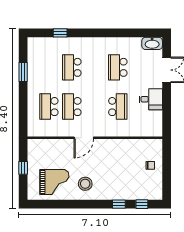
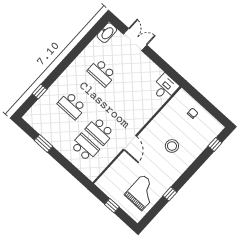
desk: (151, 99) -> (165, 87), moved
school desk: (49, 107) -> (85, 147), turned 180
school desk: (118, 107) -> (130, 98), removed
stool: (85, 184) -> (172, 146), moved
window: (119, 204) -> (170, 194), moved

